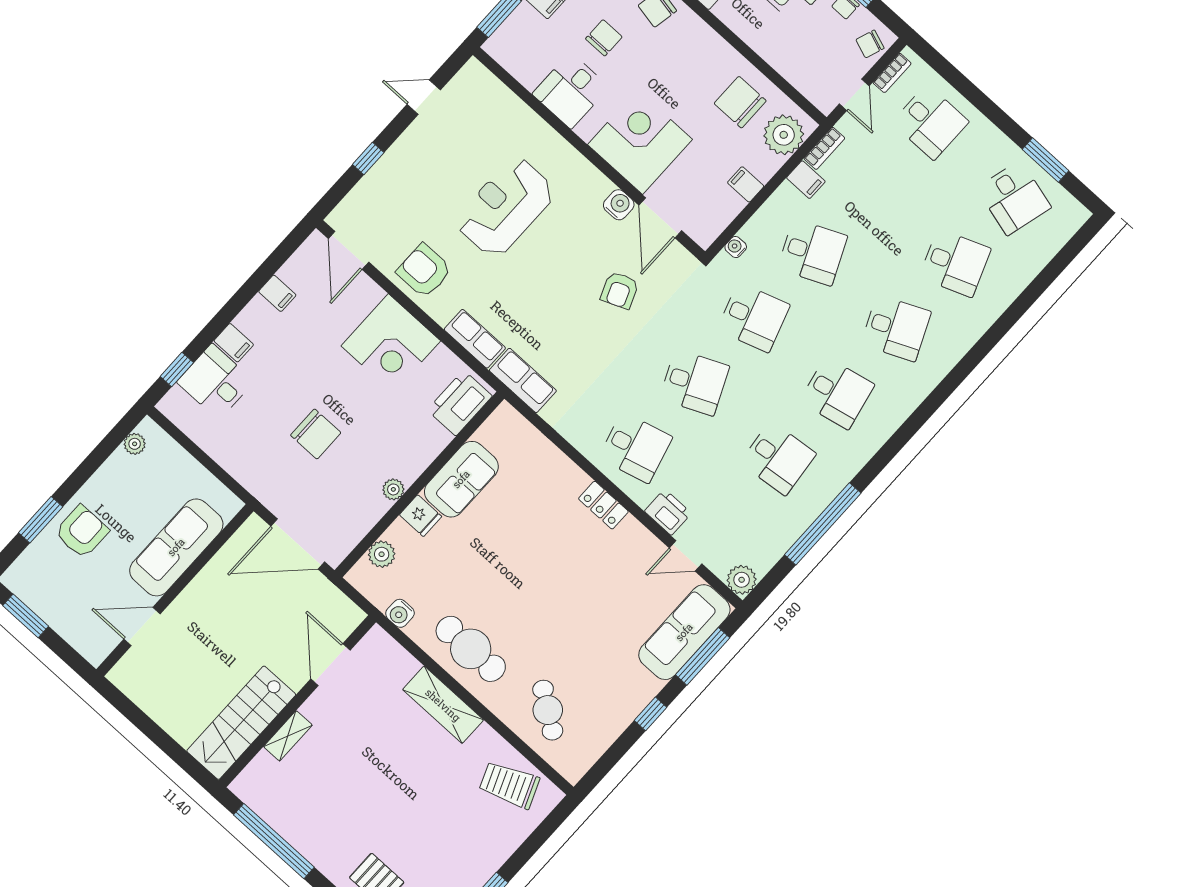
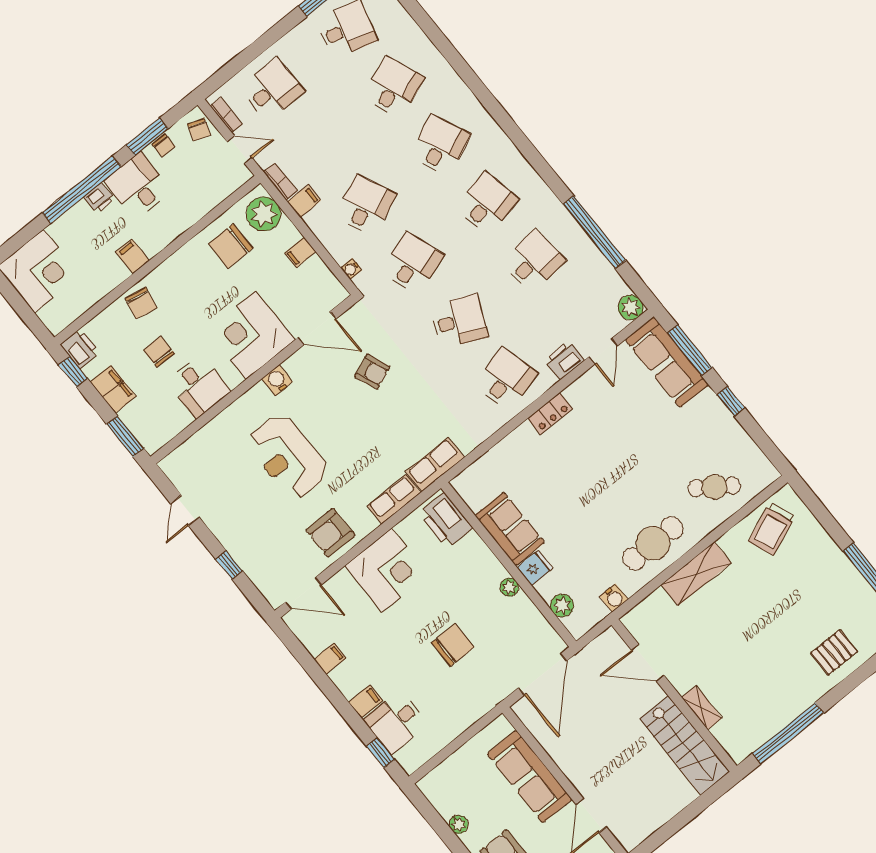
water cooler: (619, 205) -> (277, 380), moved
desk: (694, 382) -> (459, 321), turned 48
plant: (135, 444) -> (459, 824), moved

